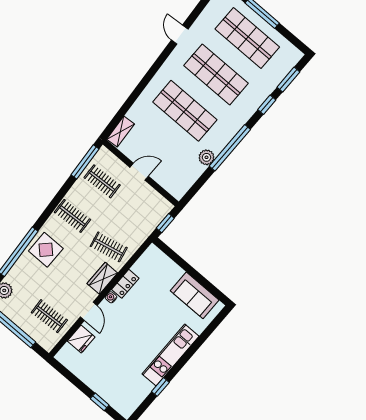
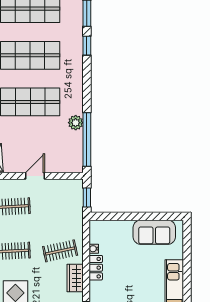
window: (230, 148) -> (87, 140), moved
water cooler: (111, 297) -> (94, 249), moved

